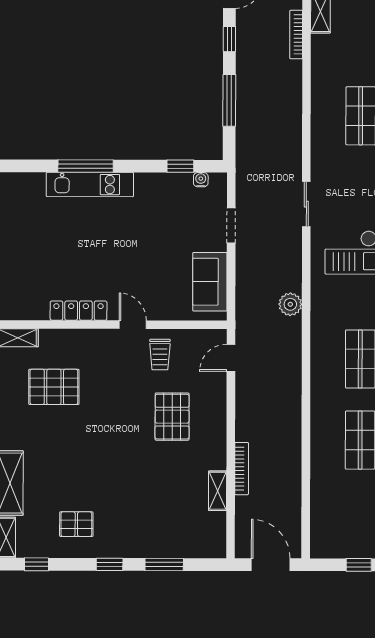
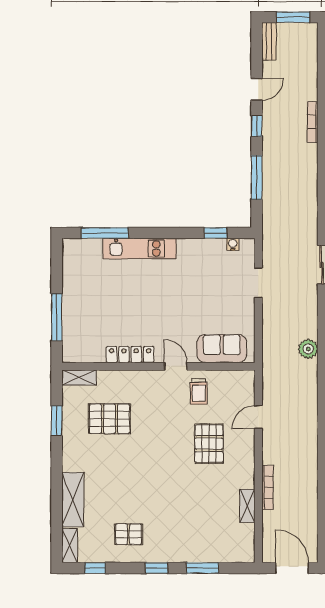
window: (86, 166) -> (105, 233), moved
sofa: (210, 282) -> (222, 348), moved, turned 90
door: (231, 358) -> (258, 417), moved

